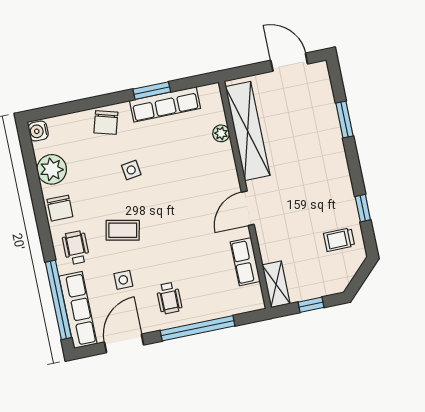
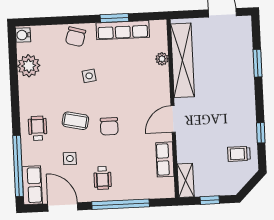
chair: (60, 208) -> (109, 126), moved
row of seats: (78, 310) -> (32, 185), width x0.68
door: (124, 343) -> (63, 207), hinge flipped

